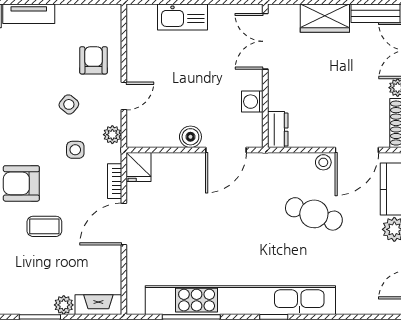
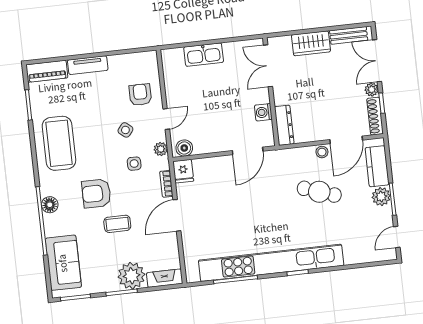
dresser: (278, 130) -> (284, 125), width x1.44
boiler: (190, 137) -> (184, 148), moved
plant: (64, 305) -> (131, 276), width x1.88, depth x1.88

